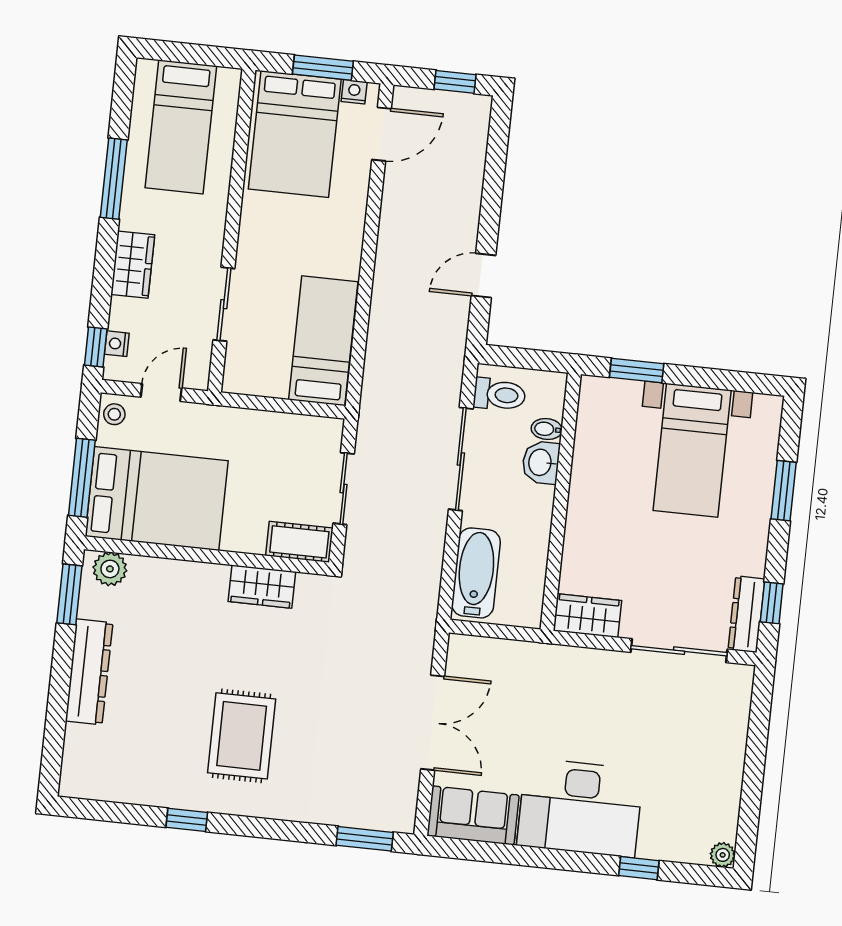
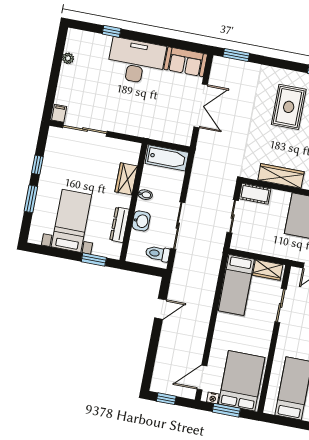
wardrobe: (258, 379) -> (268, 270), added
bidet: (547, 429) -> (145, 195), moved
bathtub: (476, 573) -> (167, 158), moved, turned -90
wardrobe: (262, 587) -> (281, 176), width x1.50
window: (772, 603) -> (37, 165), moved
dresser: (746, 614) -> (119, 225), moved, turned 180
wardrobe: (587, 616) -> (126, 179), moved, turned 90
filing cabinet: (738, 681) -> (59, 113), added
double door: (433, 723) -> (201, 106), swing flipped
plant: (723, 855) -> (68, 58), moved

